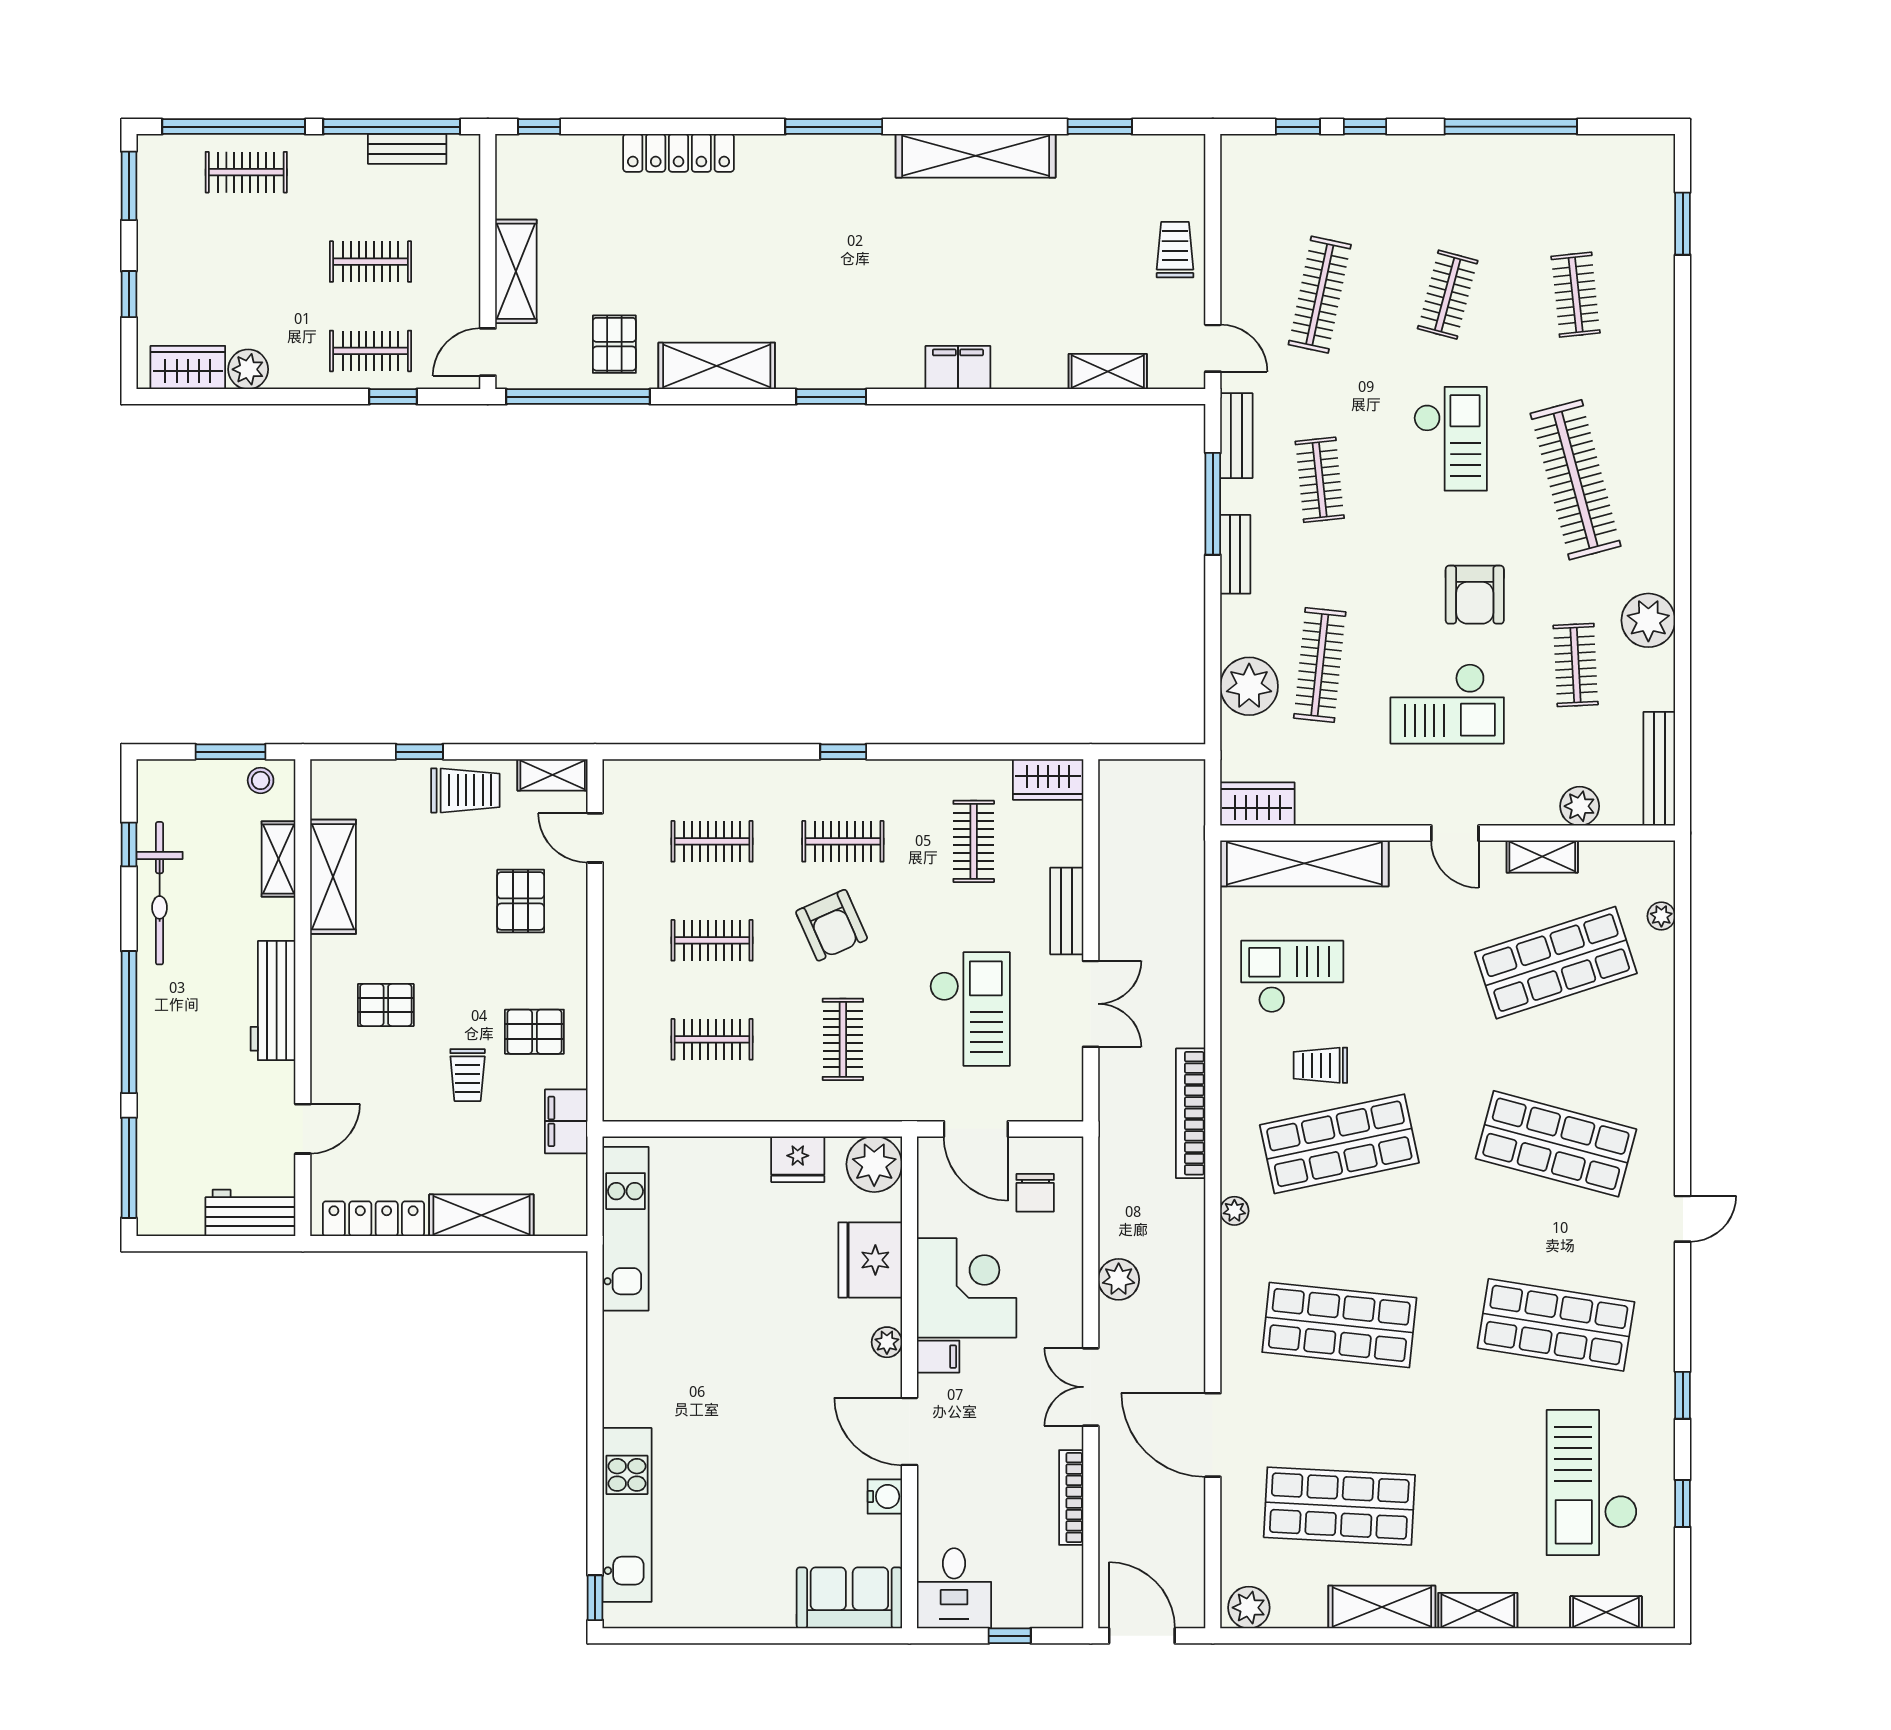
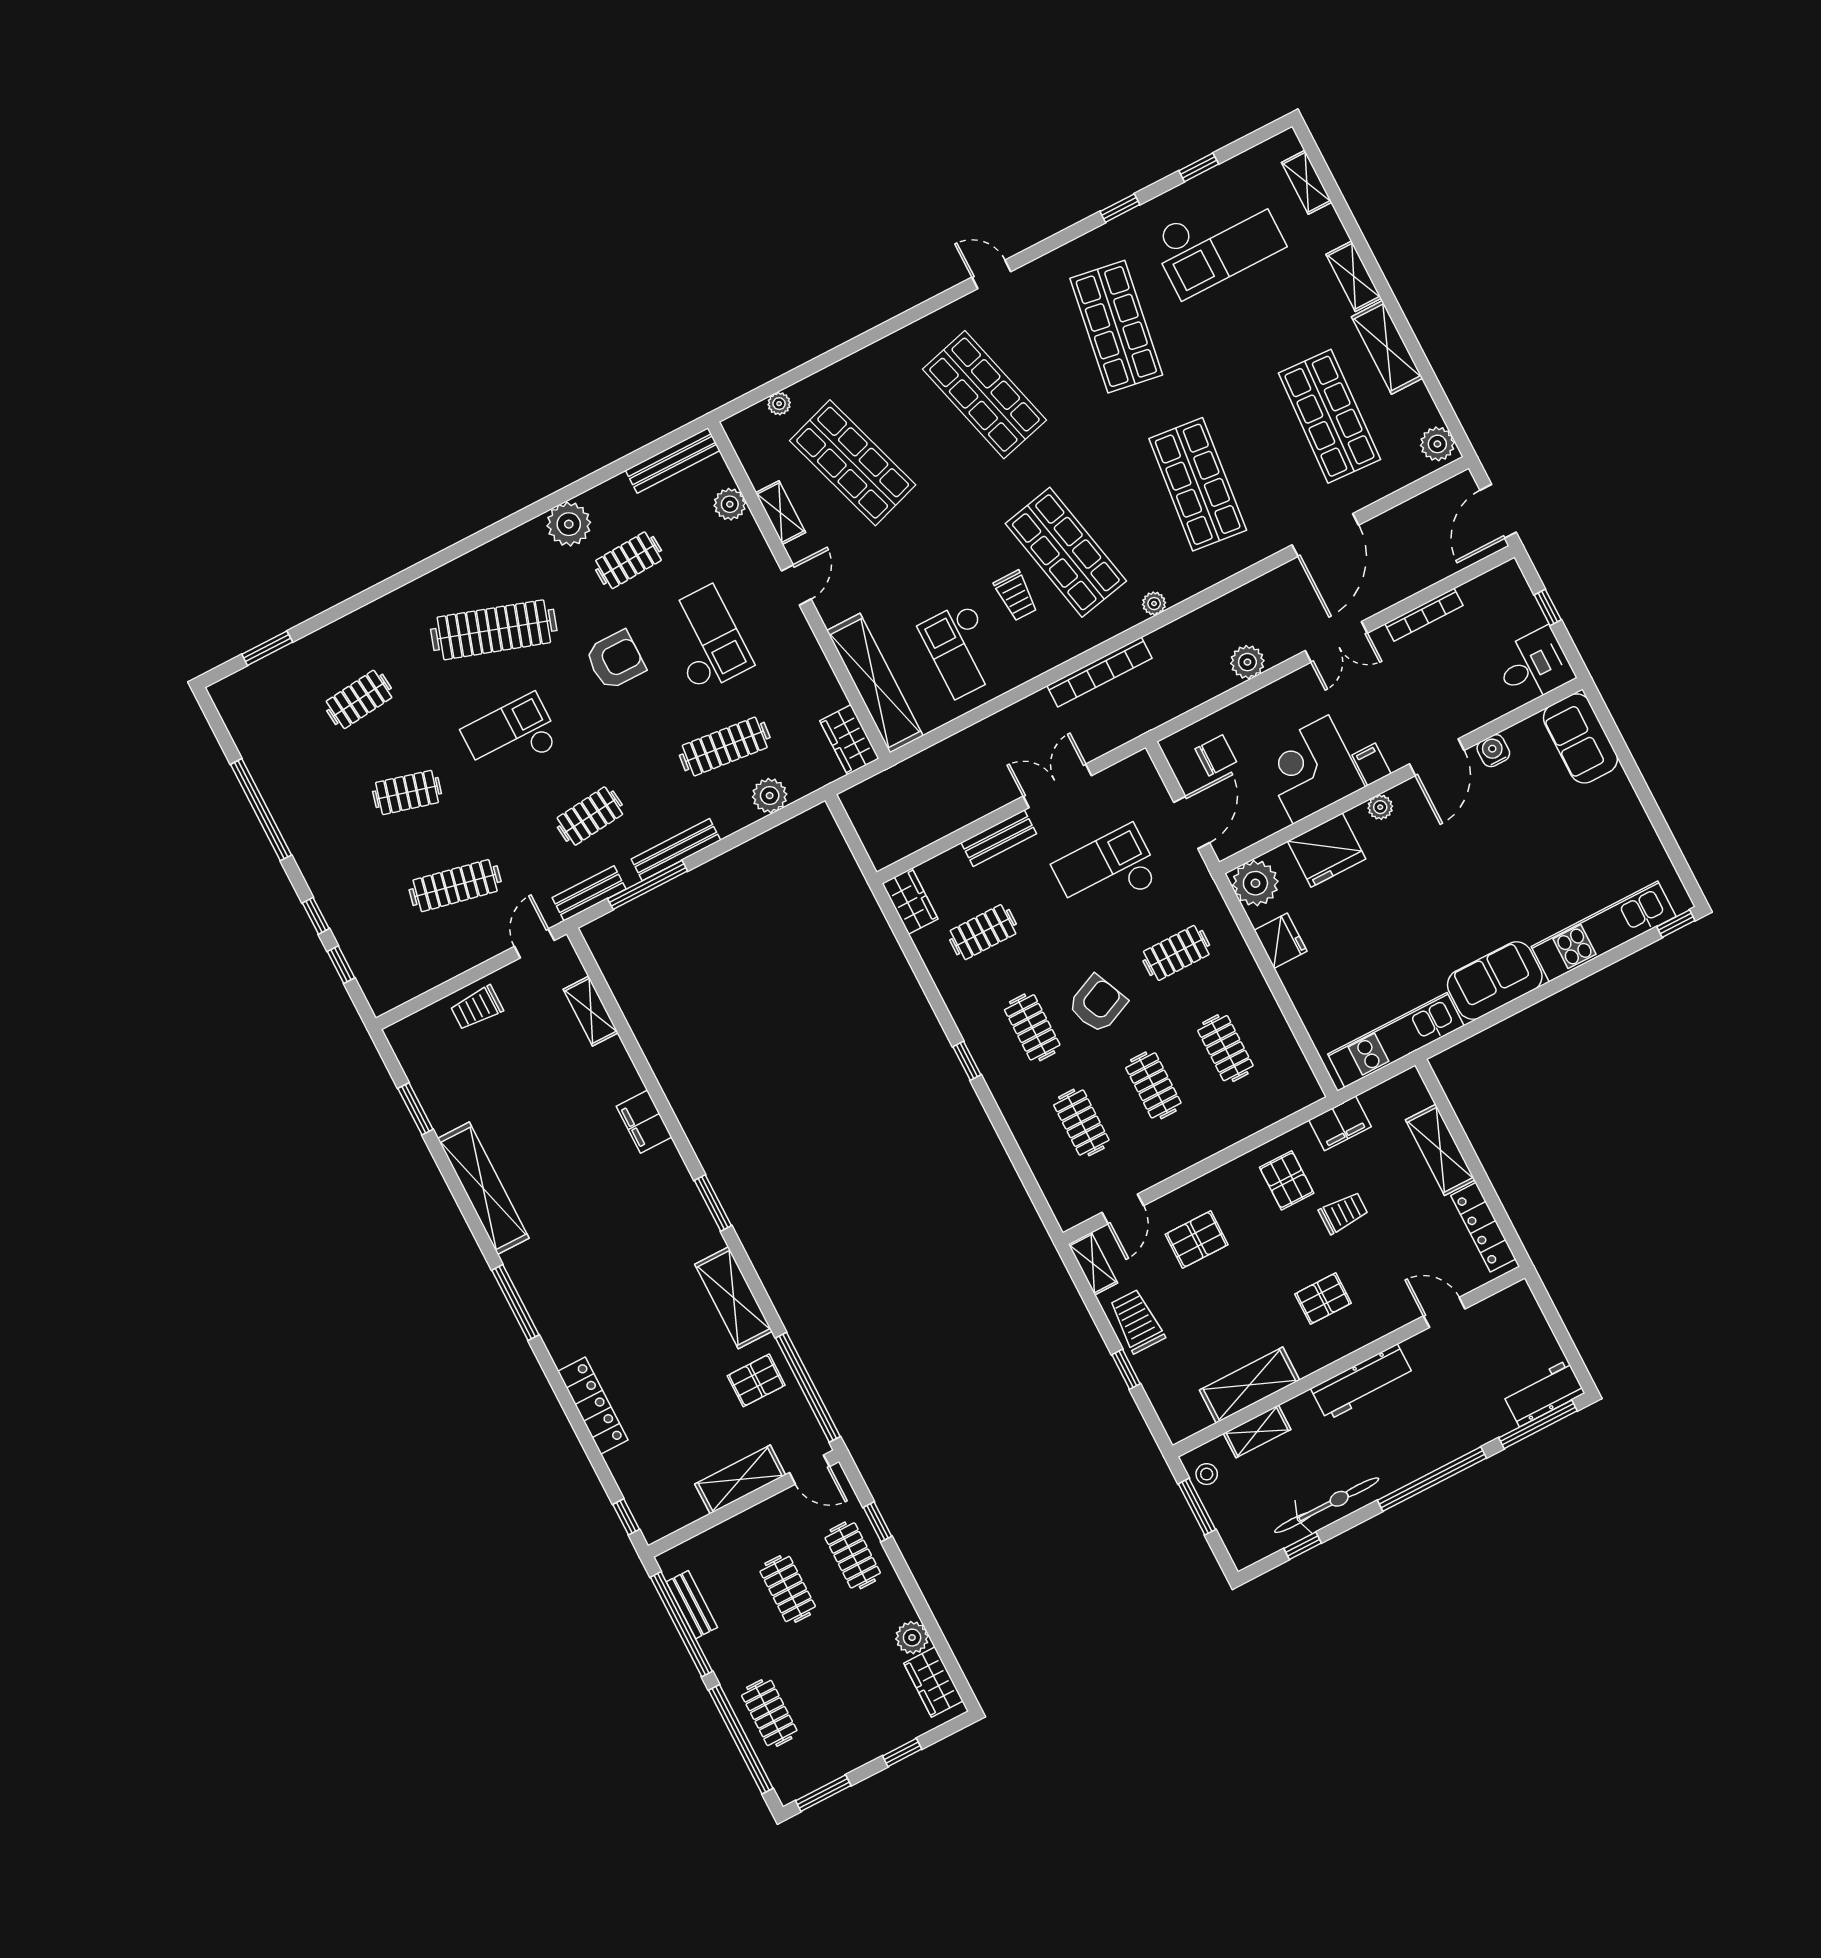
clothes rail: (1576, 480) -> (494, 630), turned 33
bench: (1235, 554) -> (676, 850), width x1.36
plant: (1249, 686) -> (770, 796), width x0.73, depth x0.73
pallet: (386, 1005) -> (1323, 1299), turned 90
shop shelf: (1556, 1144) -> (984, 395), turned -30
workbench: (250, 1213) -> (1544, 1393), moved, turned 90
sofa: (635, 1369) -> (1495, 981), added

